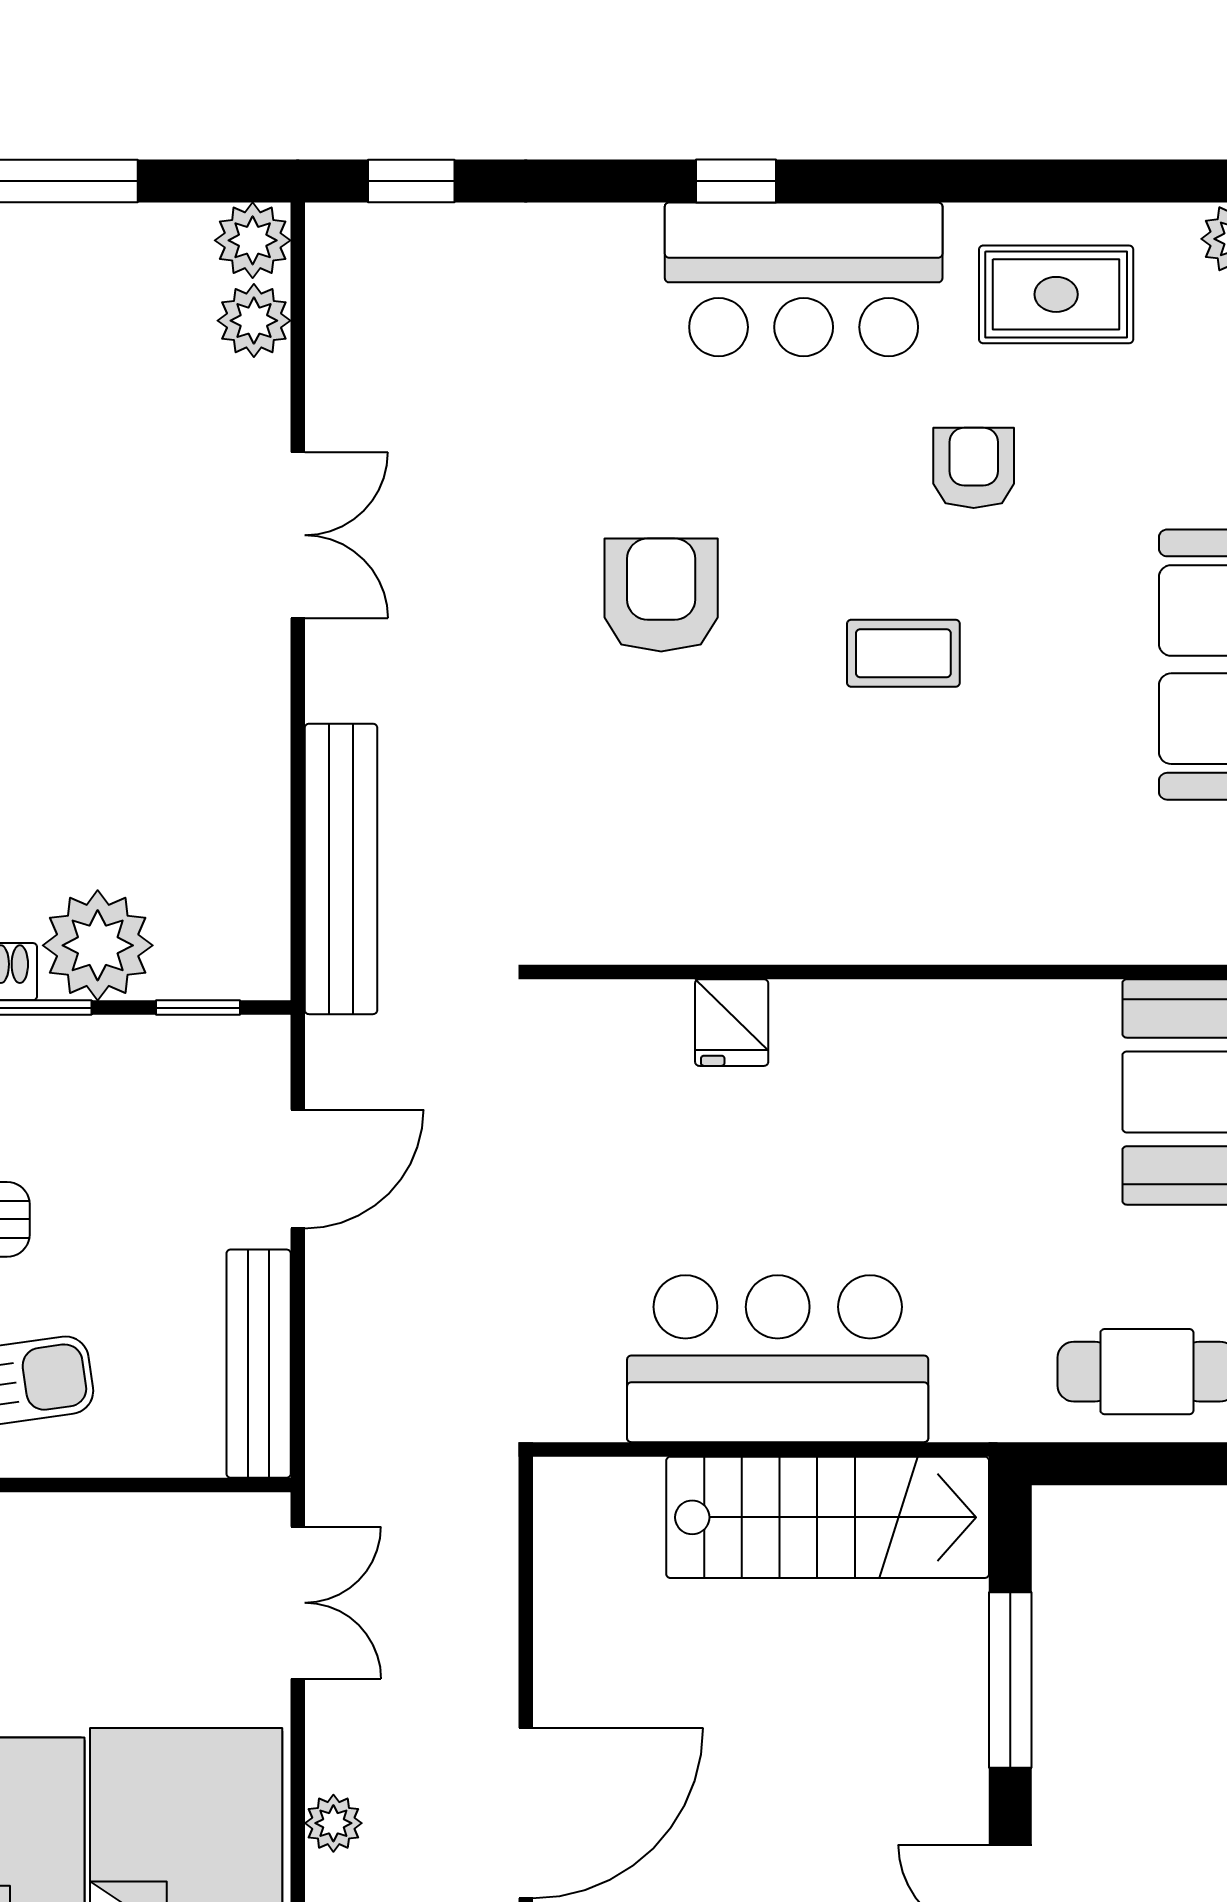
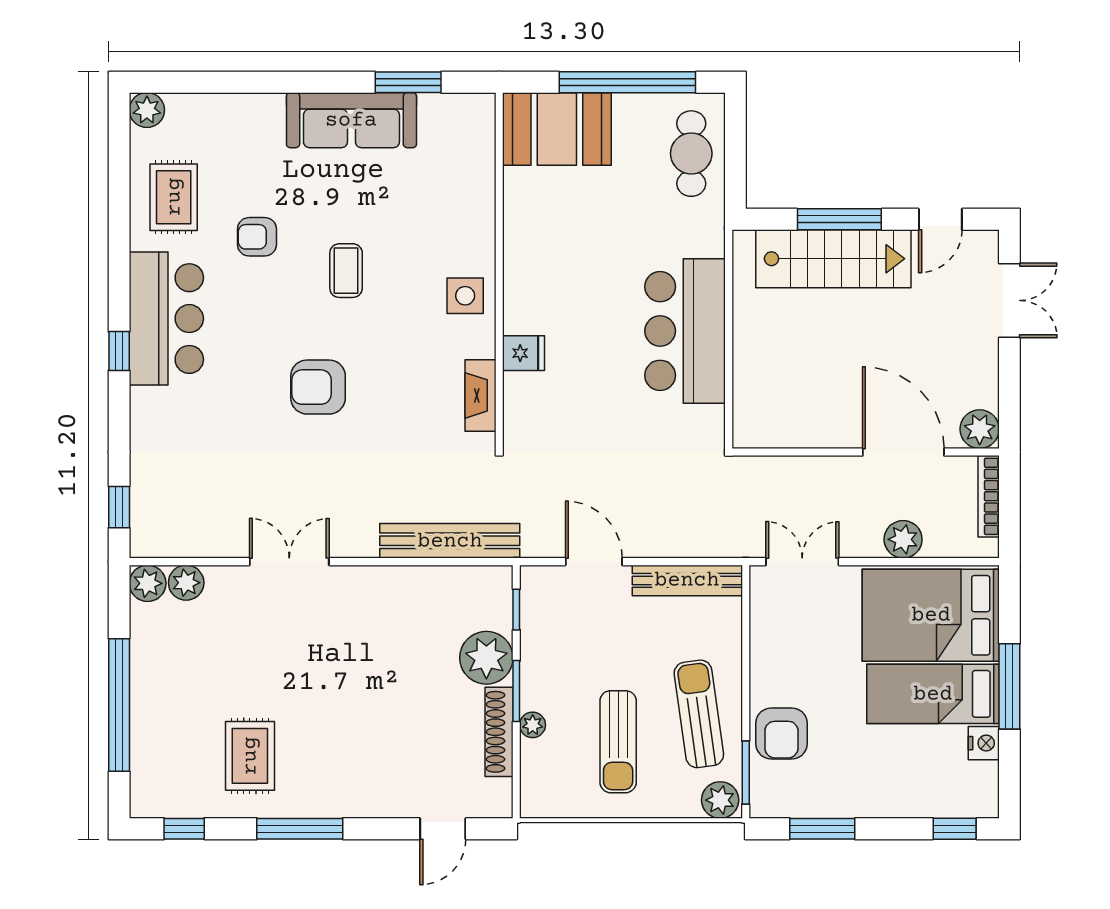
side table: (851, 901) -> (465, 296), added
fireplace: (644, 933) -> (480, 395), added
stairs: (828, 1517) -> (833, 259), moved, turned 90
plant: (333, 1823) -> (903, 539), width x1.38, depth x1.38

